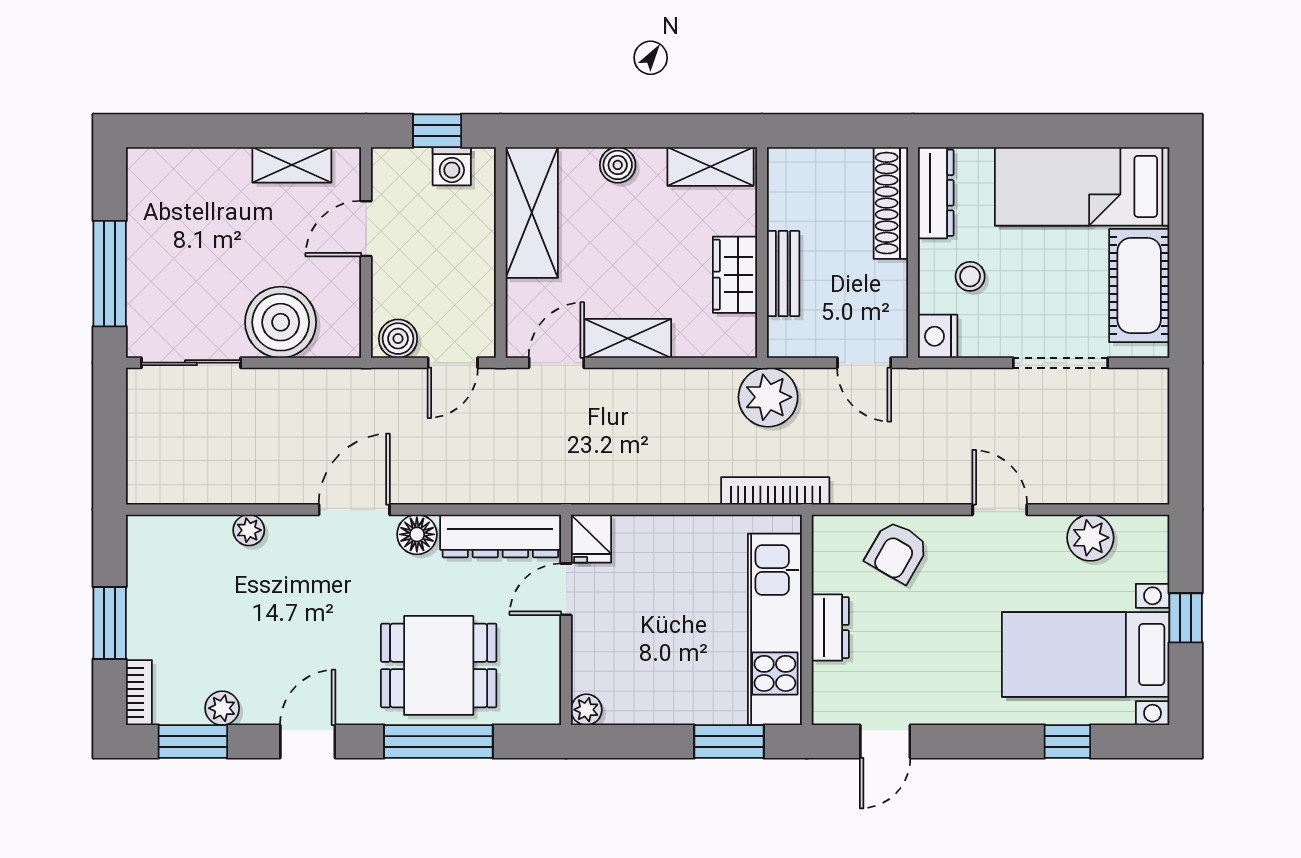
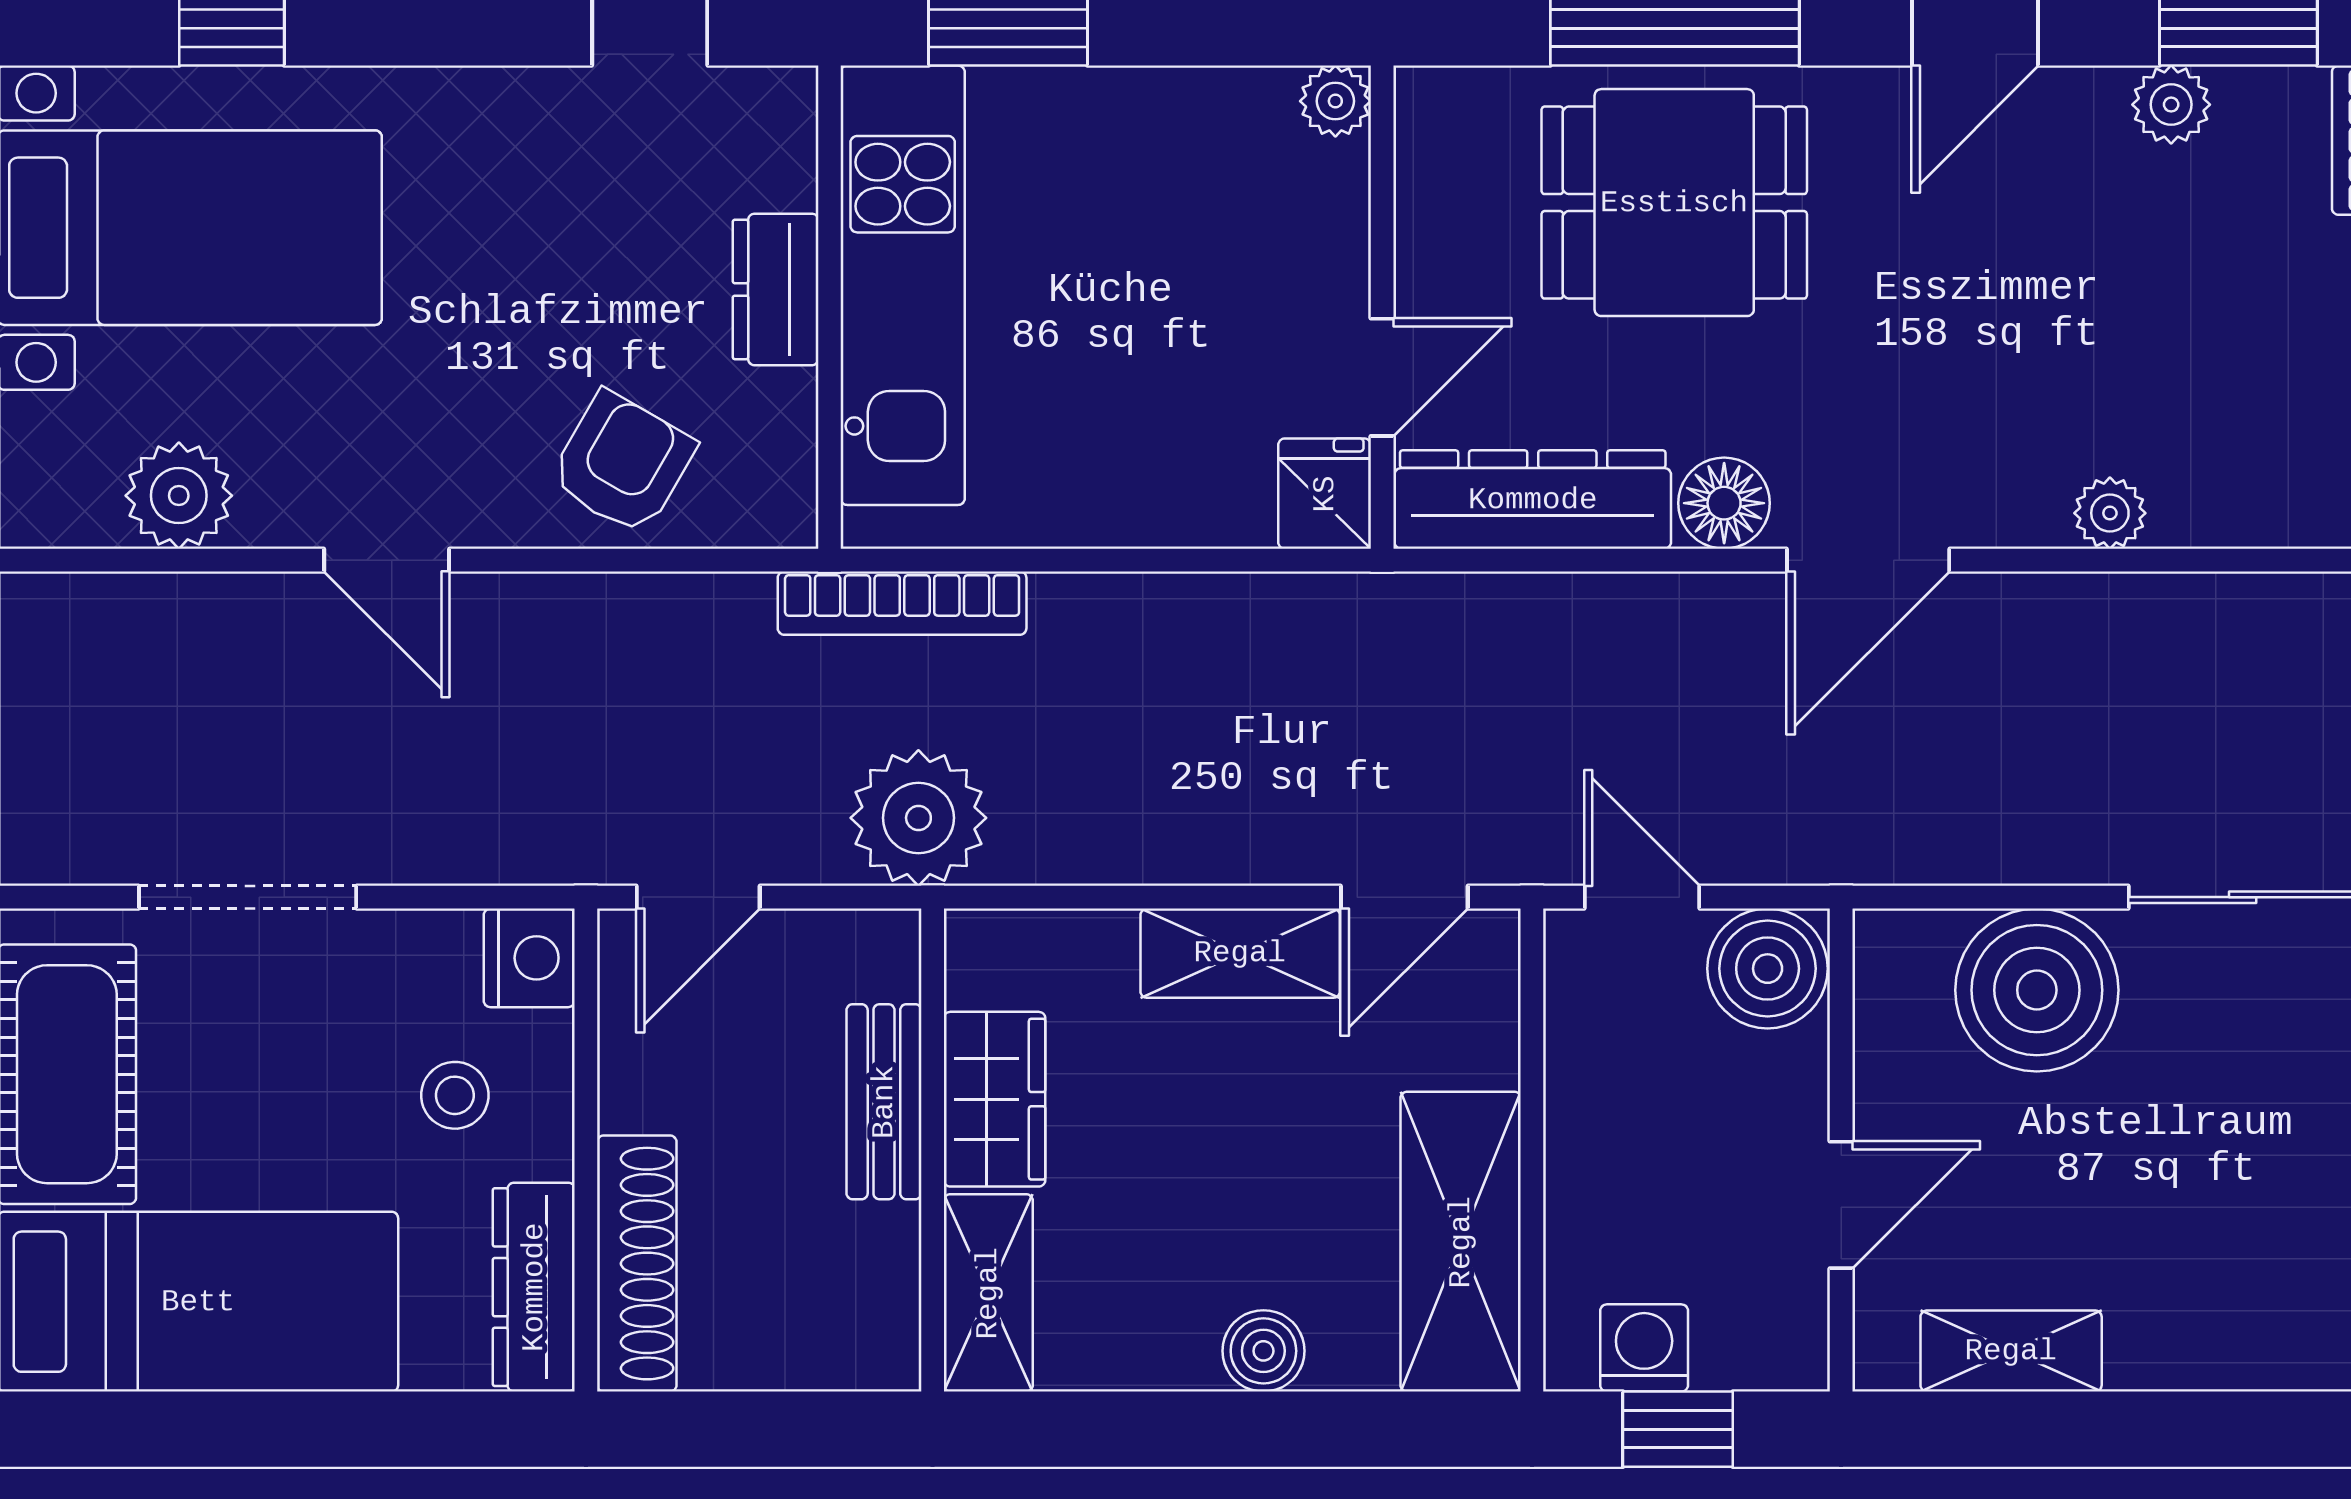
shelving: (711, 167) -> (988, 1293), moved, turned 90
boiler: (398, 339) -> (1768, 969), width x1.36, depth x1.36
door: (453, 363) -> (1642, 897), hinge flipped
door: (864, 363) -> (698, 897), swing flipped

